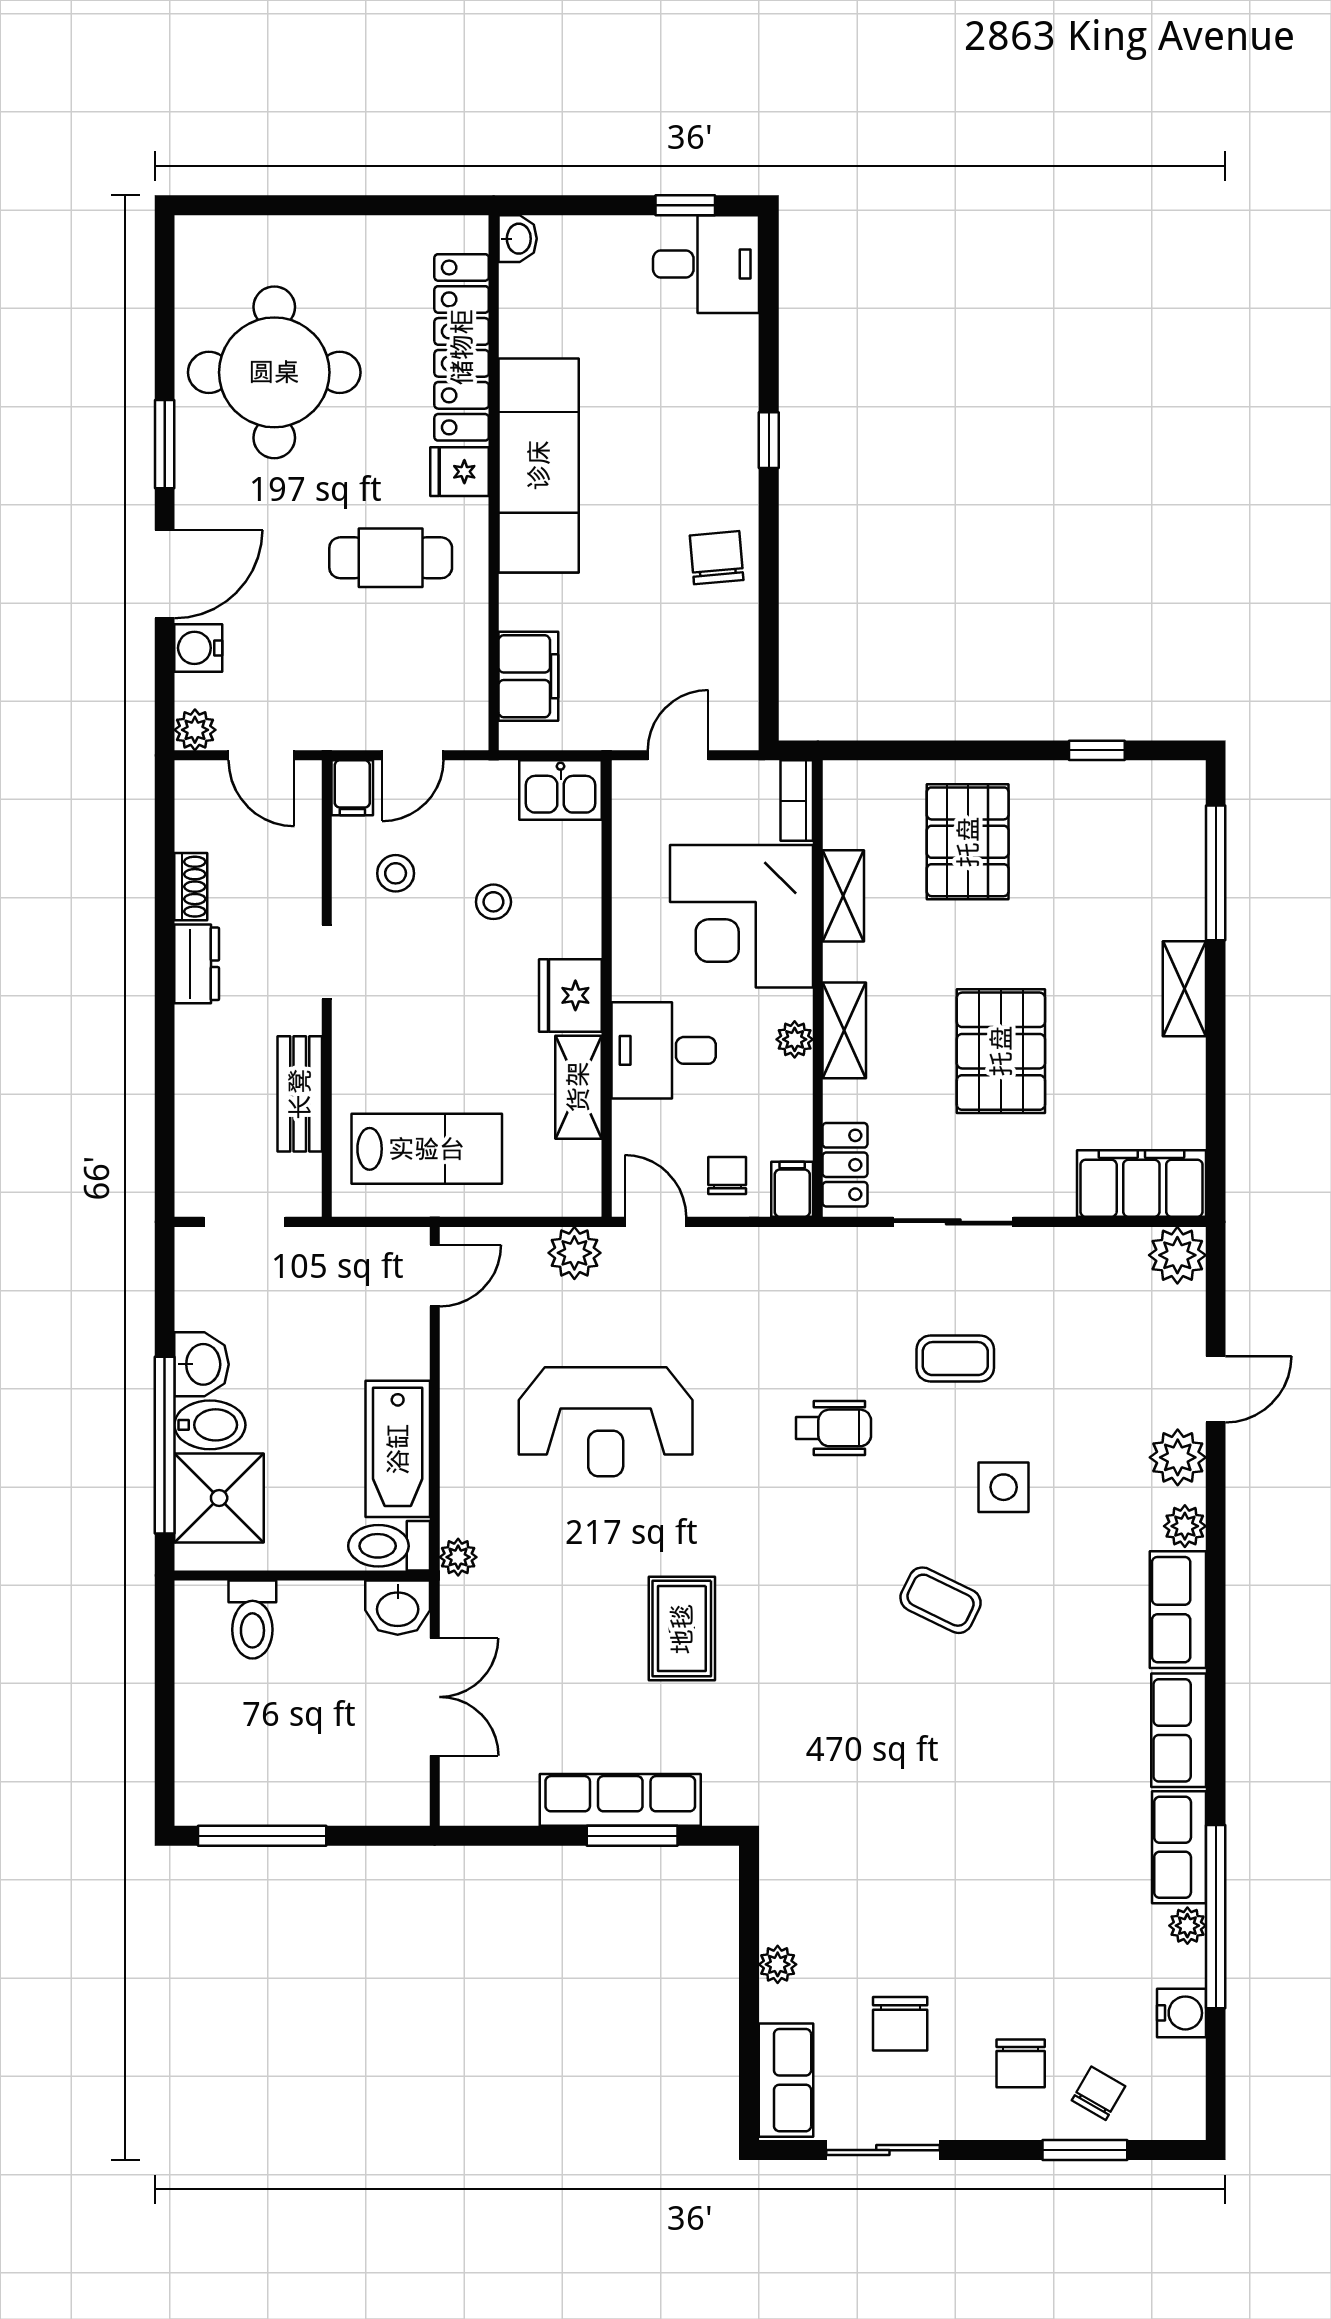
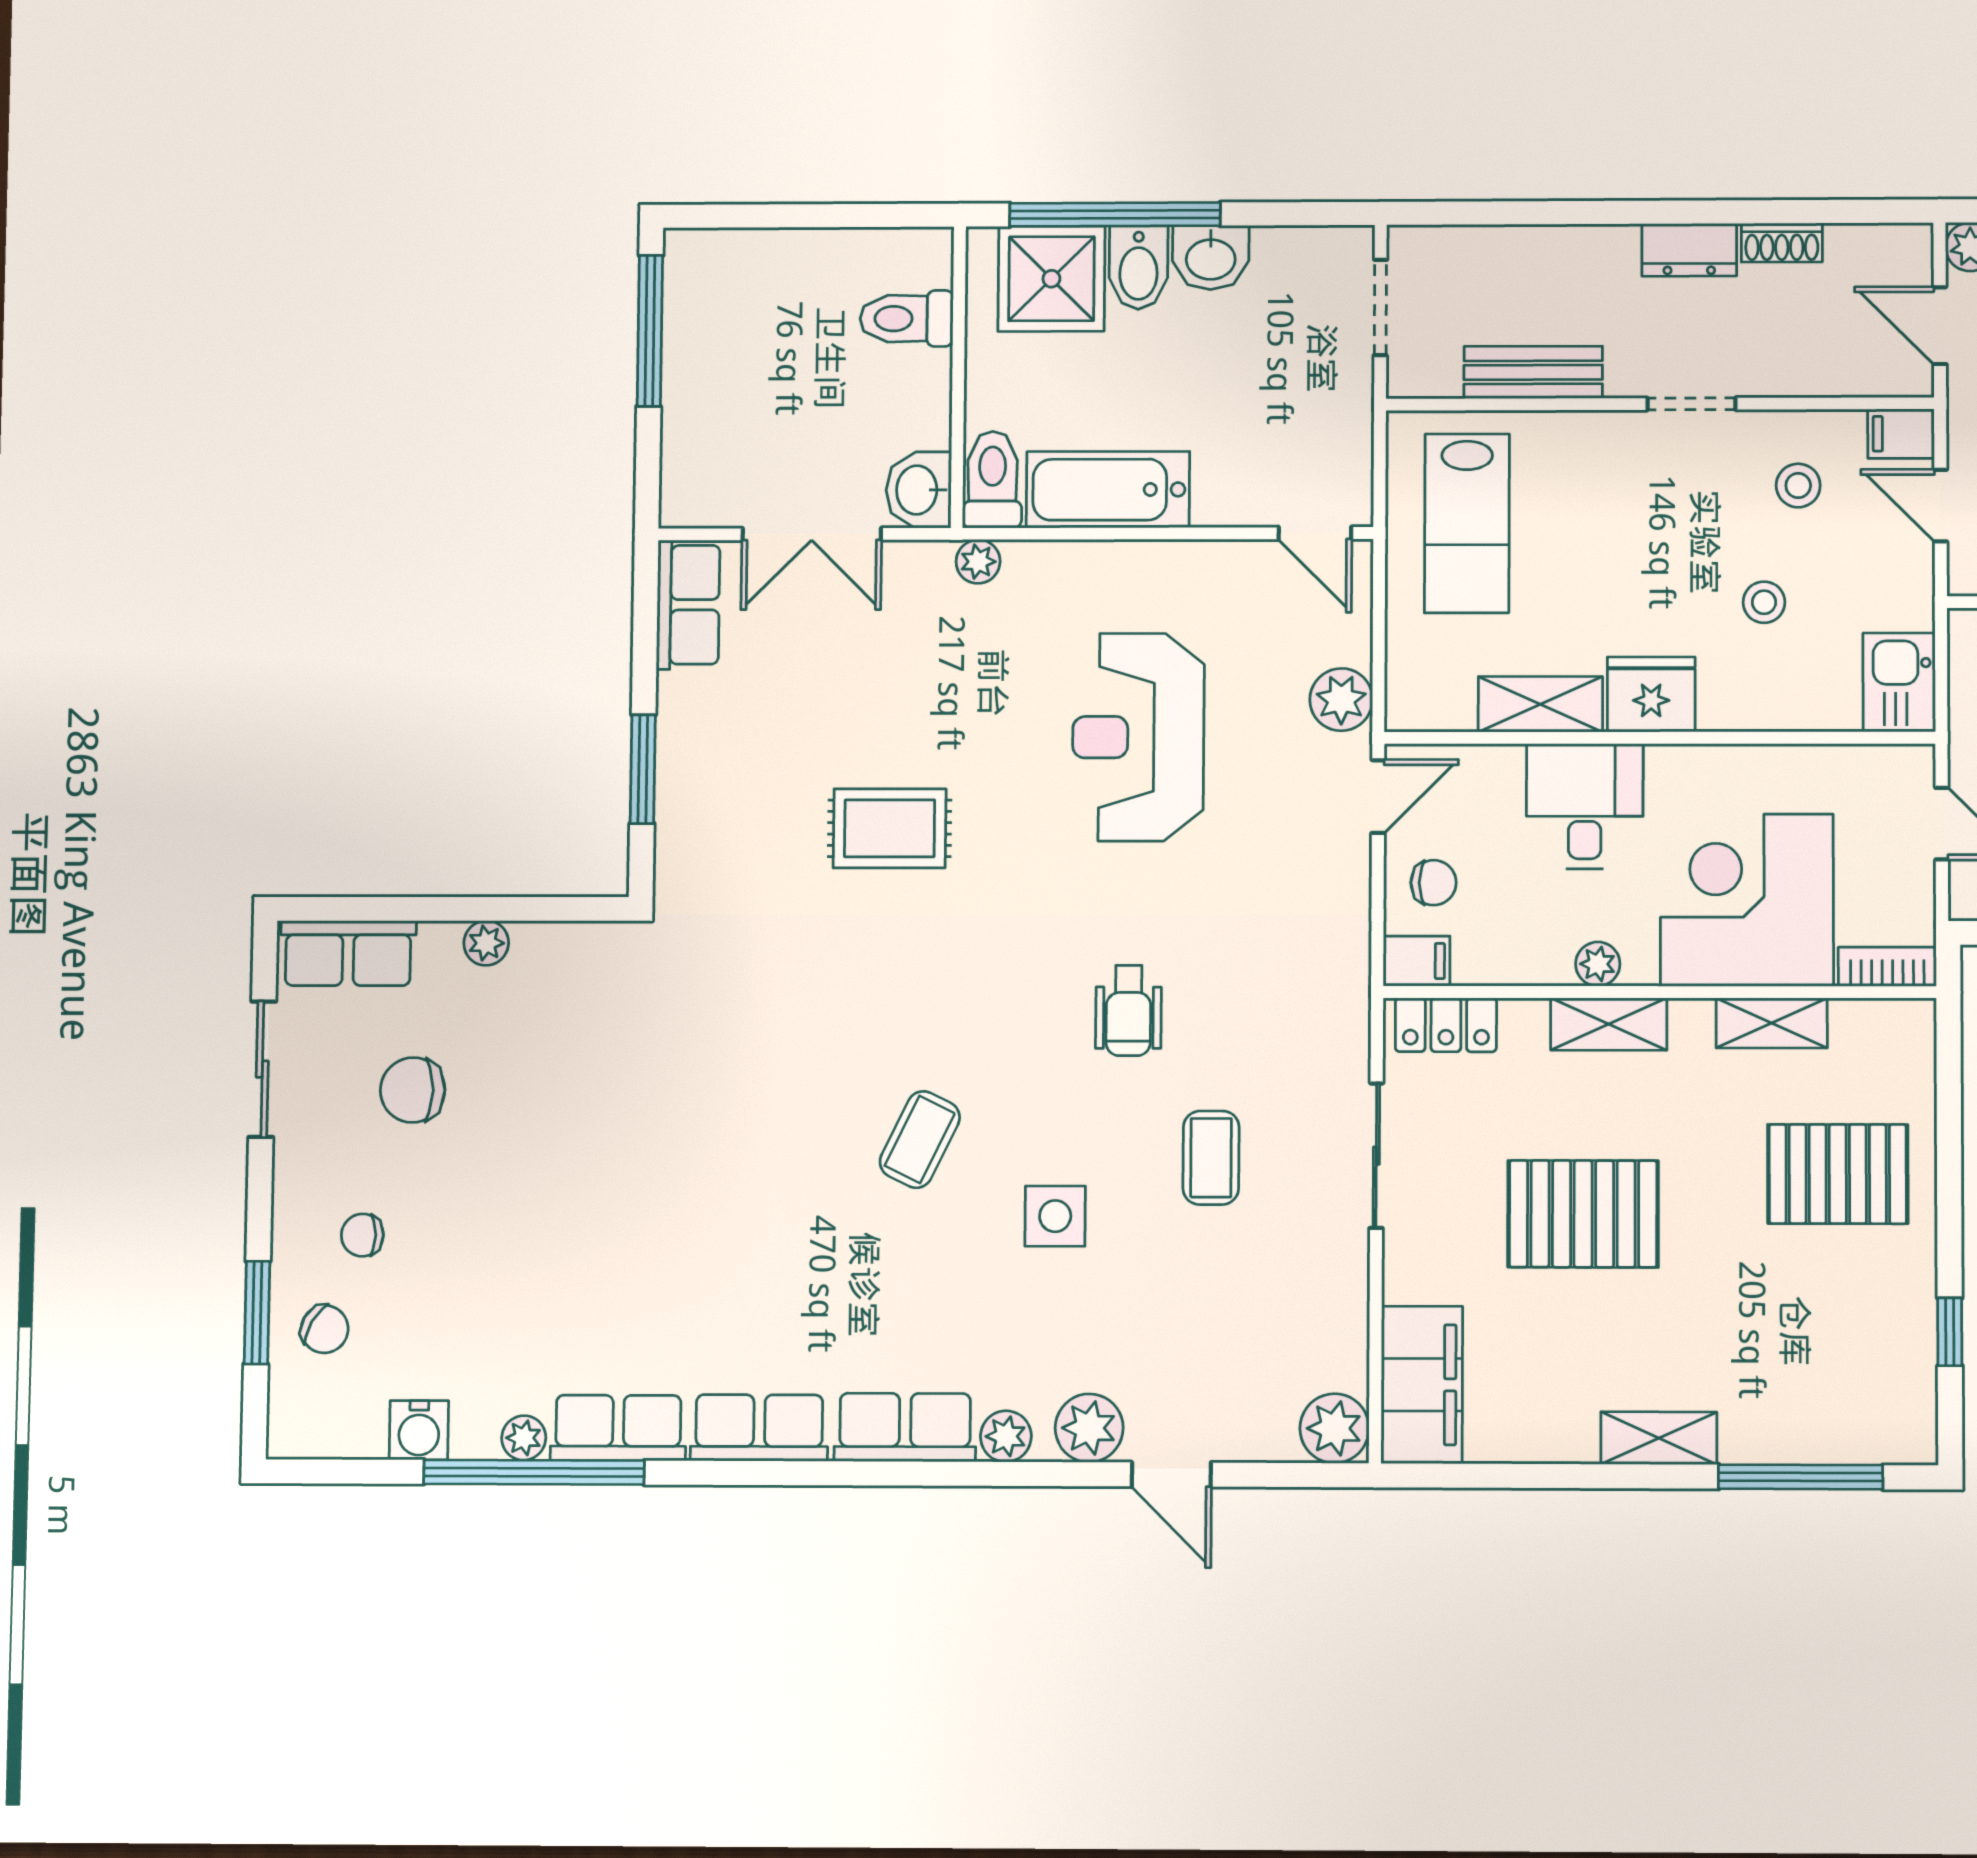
door: (261, 755) -> (1940, 326), hinge flipped
row of seats: (620, 1800) -> (688, 605), moved, width x0.68
chair: (1021, 2063) -> (362, 1235), width x0.73, depth x0.73

